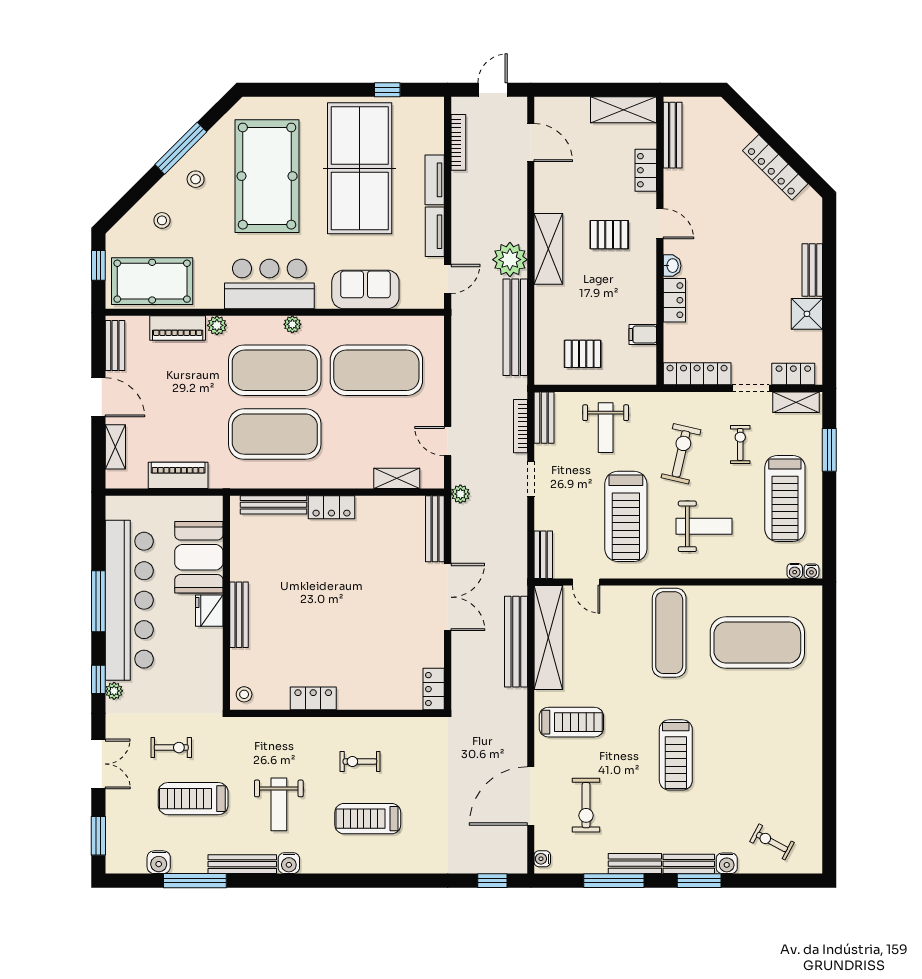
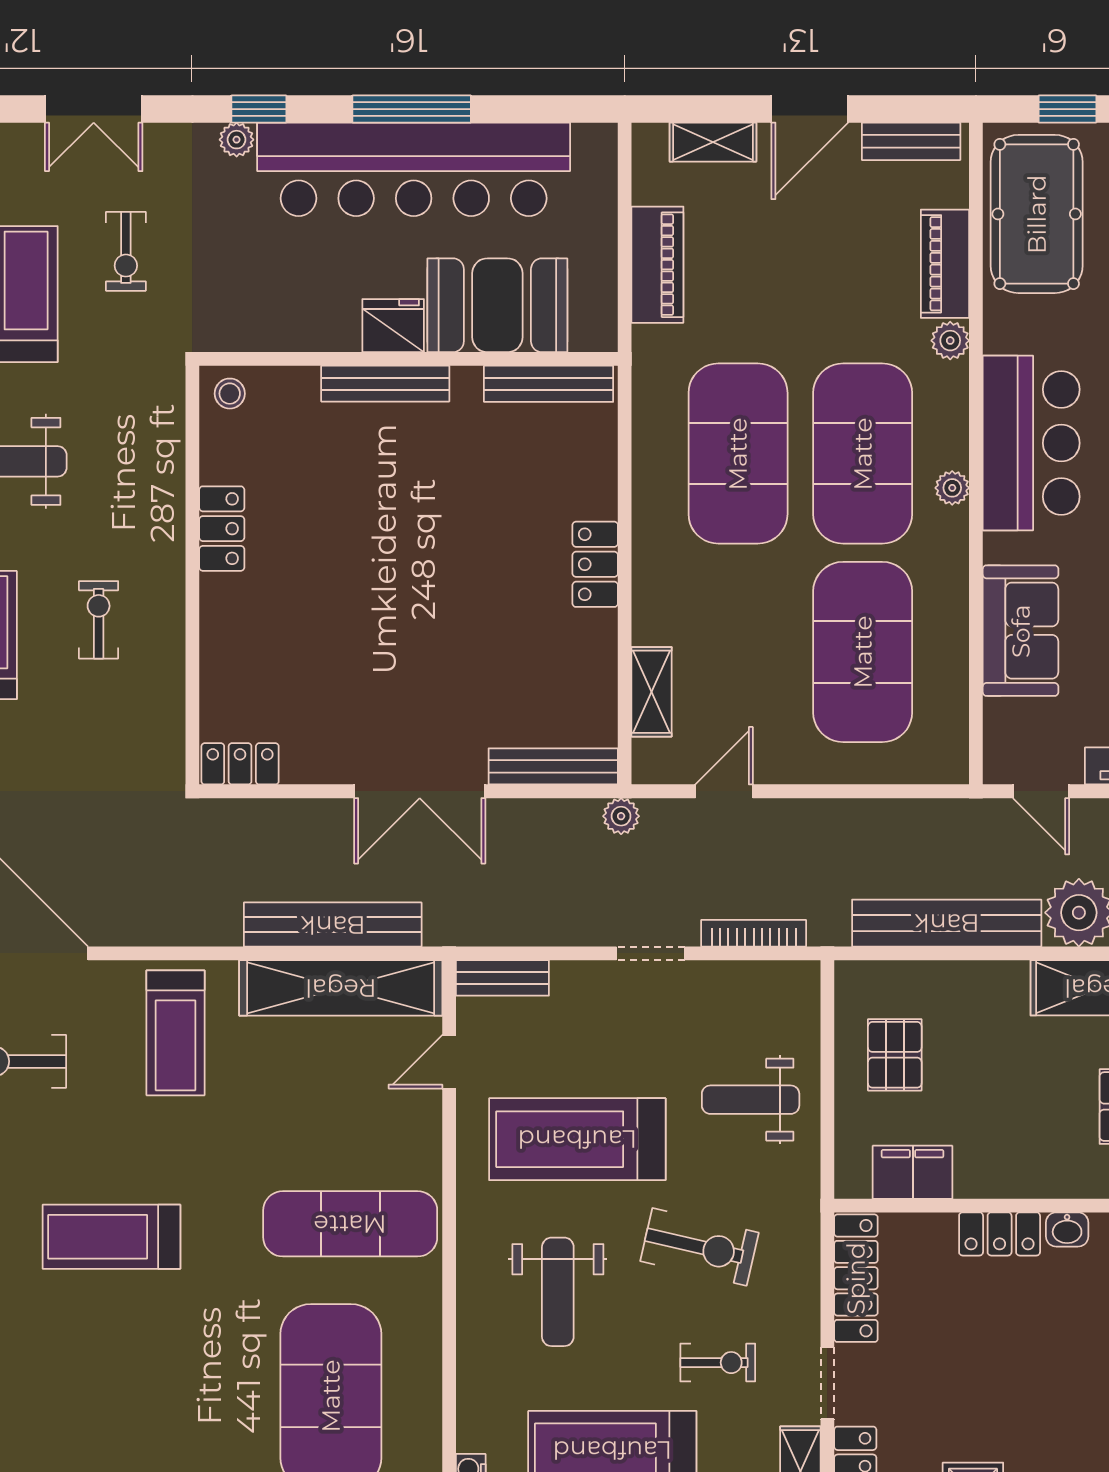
filing cabinet: (643, 335) -> (913, 1172), width x2.00
bench: (544, 418) -> (770, 979), removed
bench: (273, 505) -> (549, 384), moved, turned 90

